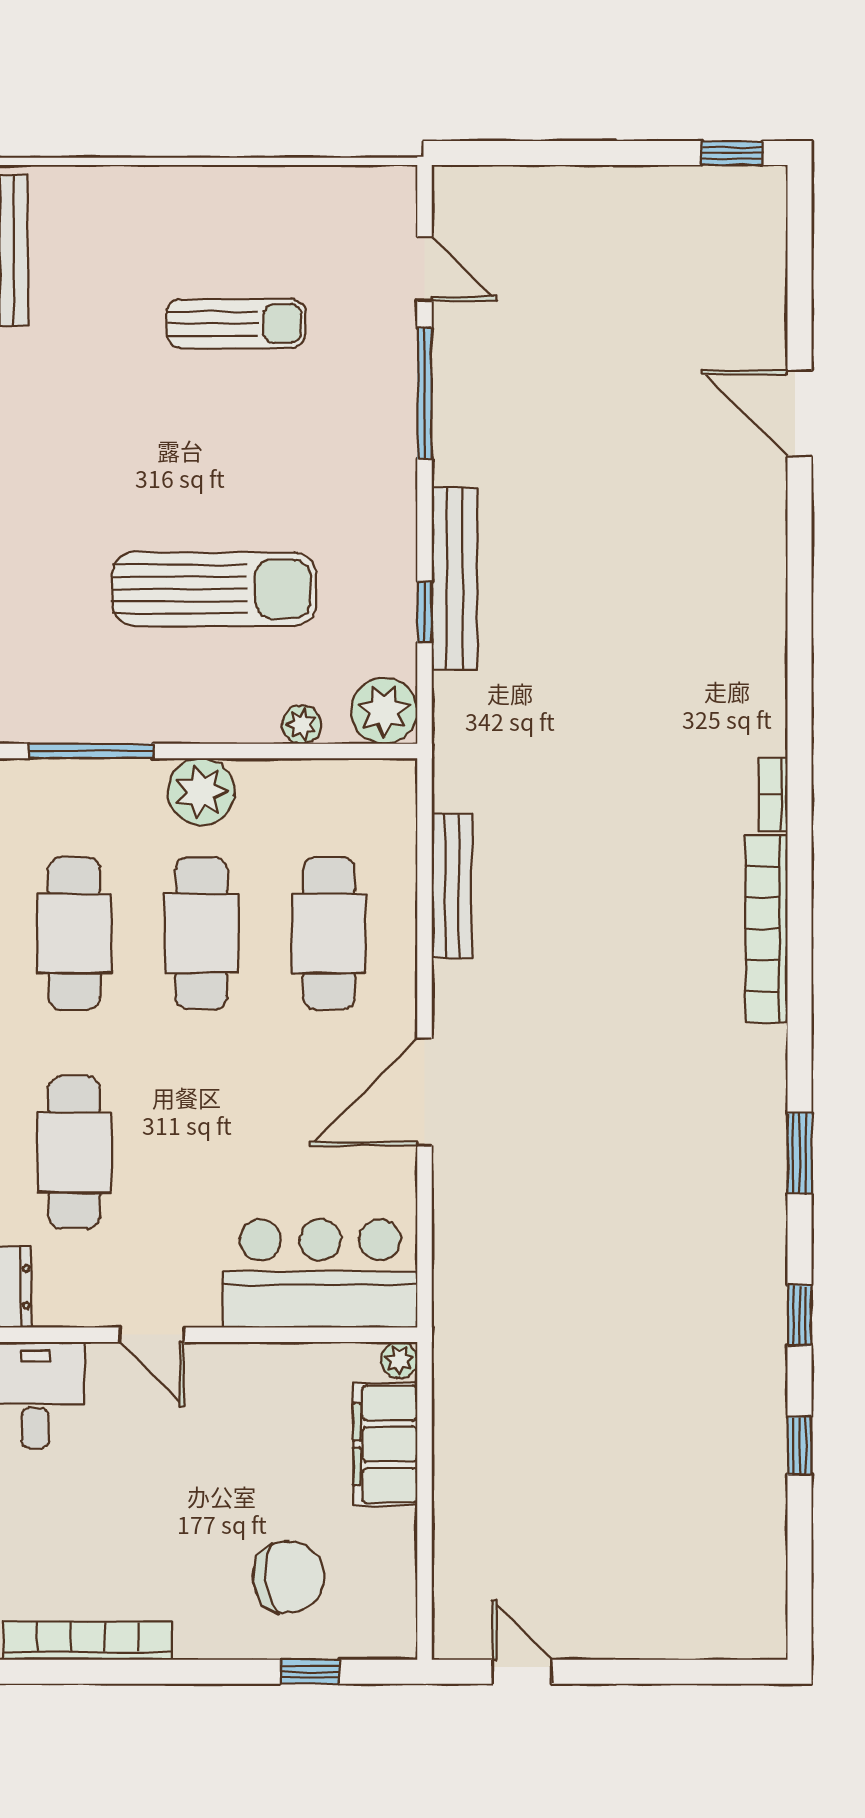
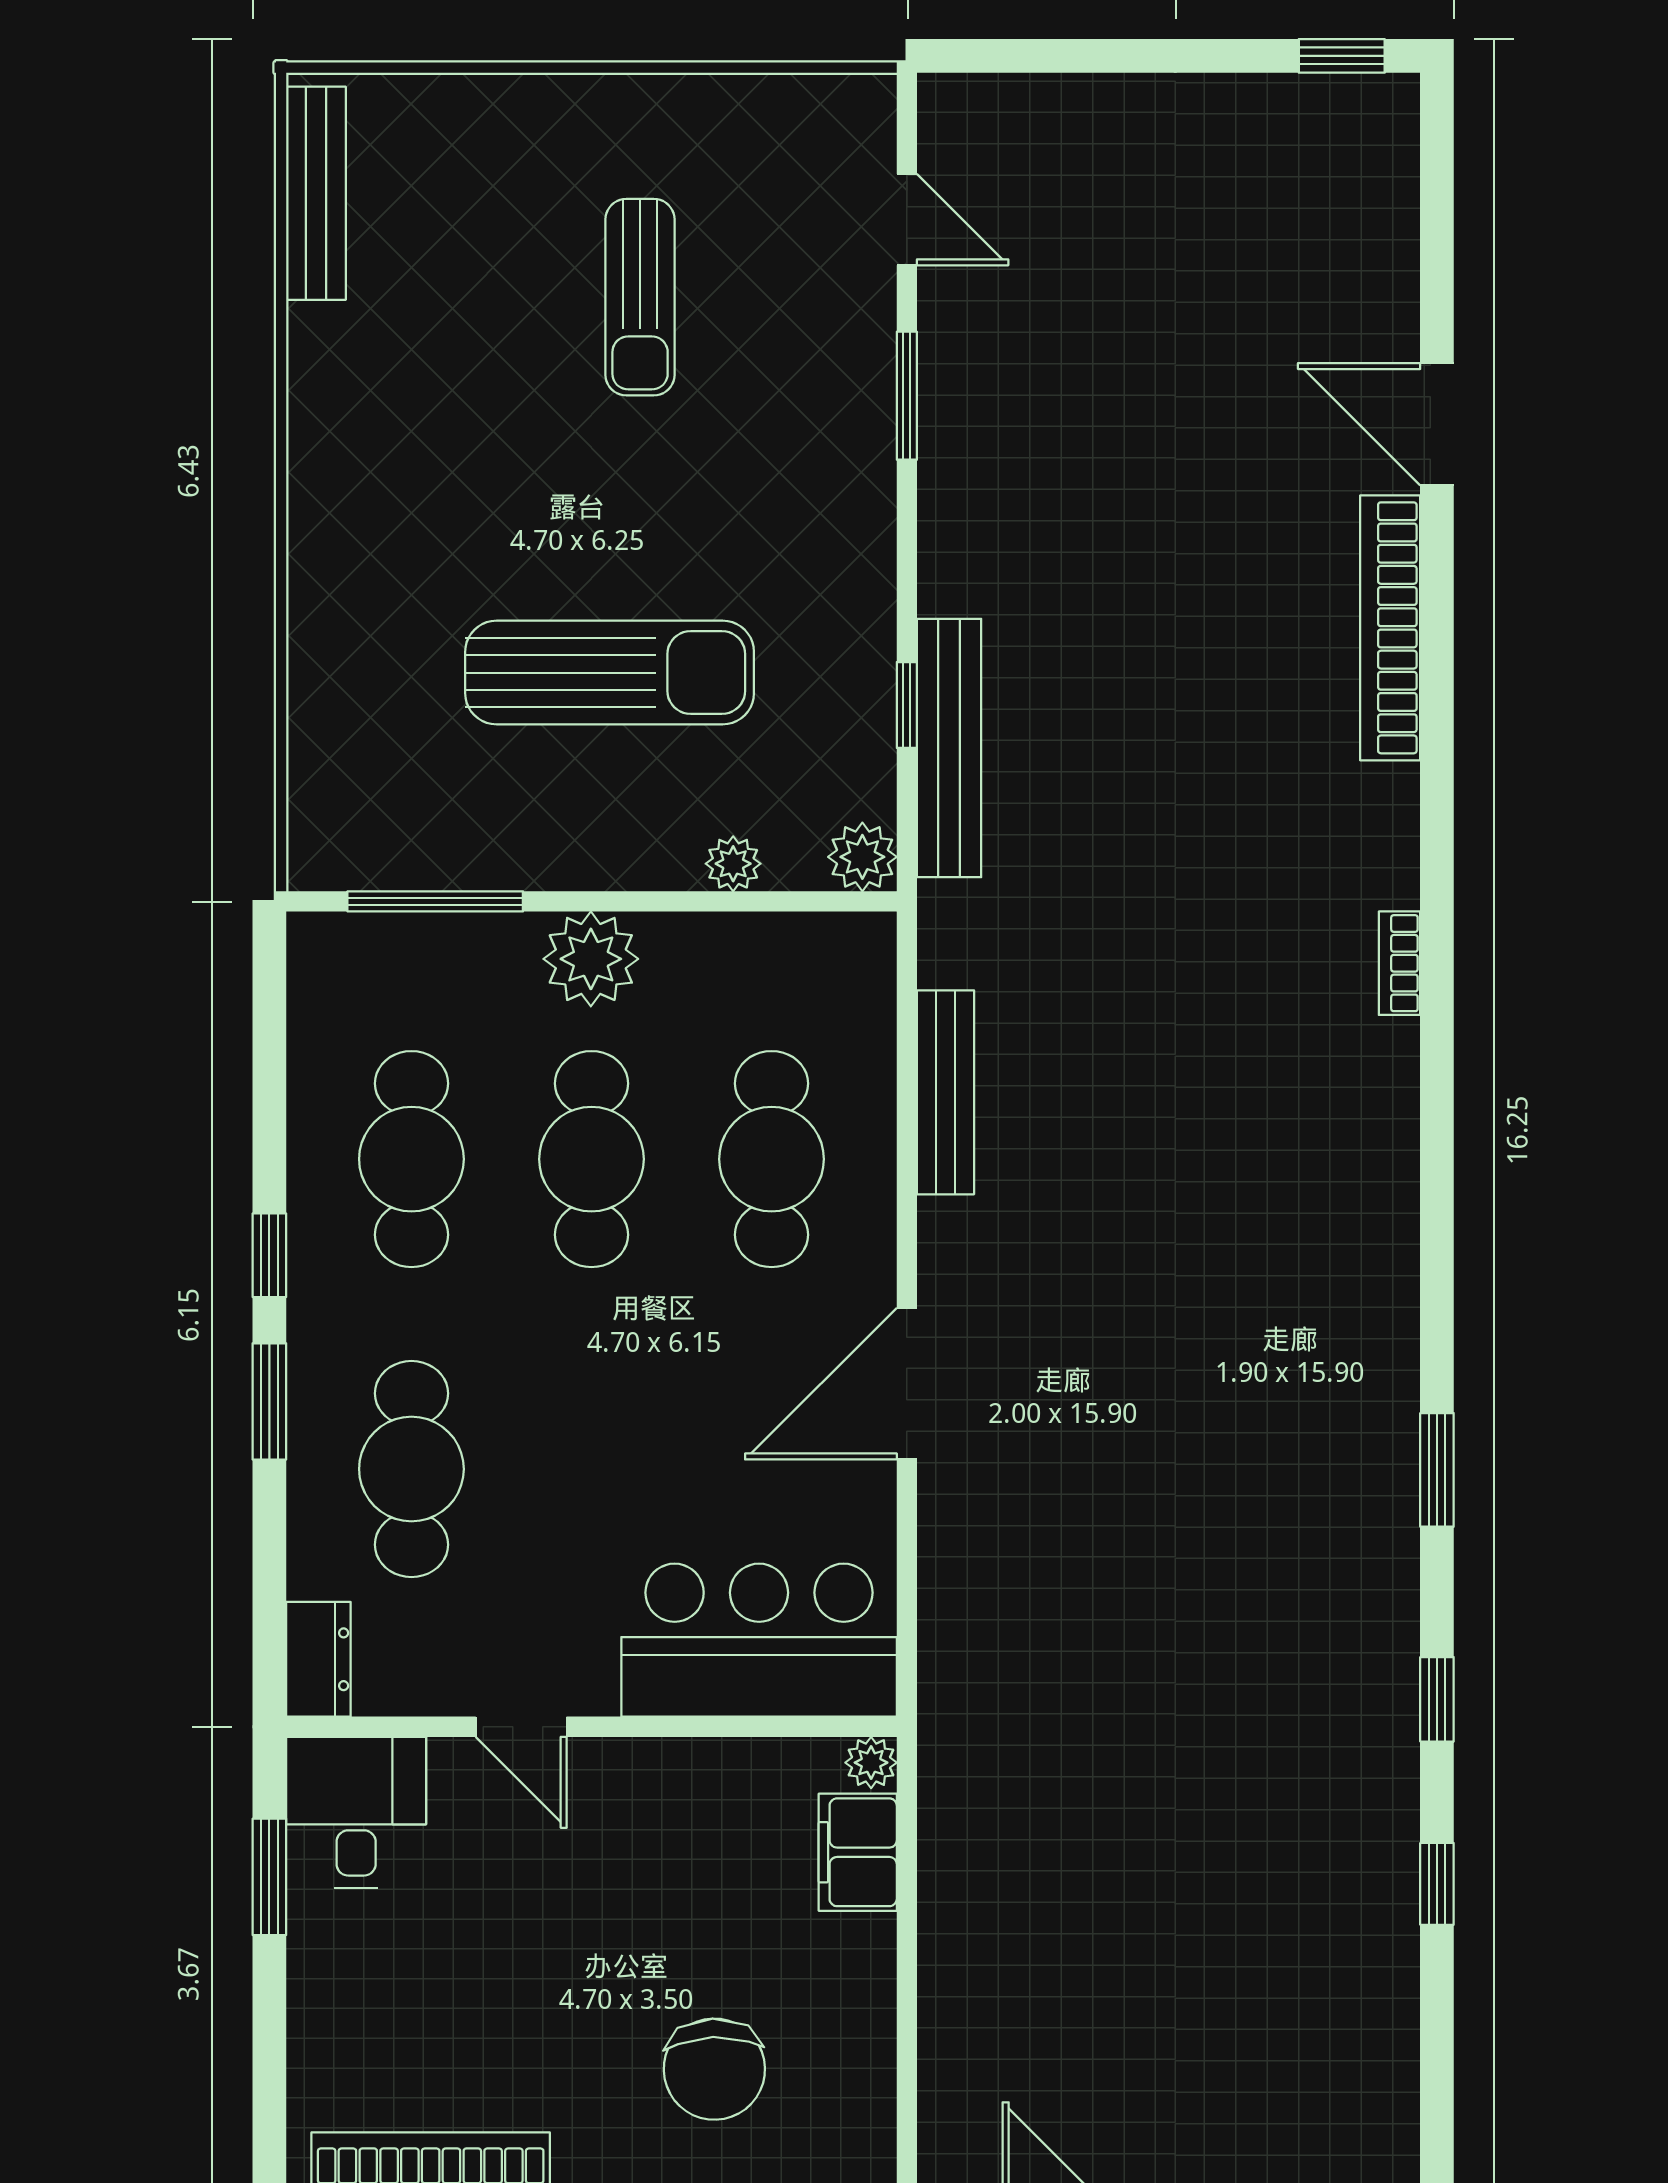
sun lounger: (236, 324) -> (640, 297), turned 90
window: (425, 393) -> (907, 396), width x0.69
bench: (454, 579) -> (949, 748), moved
plant: (384, 711) -> (862, 857), width x0.73, depth x0.73
bookcase: (766, 929) -> (1390, 628), moved
filing cabinet: (385, 1444) -> (858, 1852), width x0.67, depth x0.86
chair: (288, 1577) -> (714, 2069), turned 95

